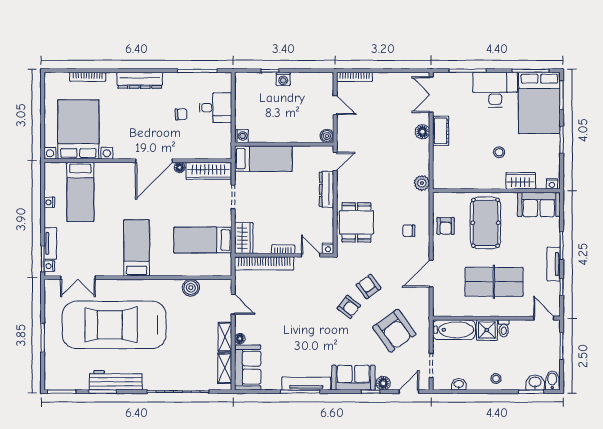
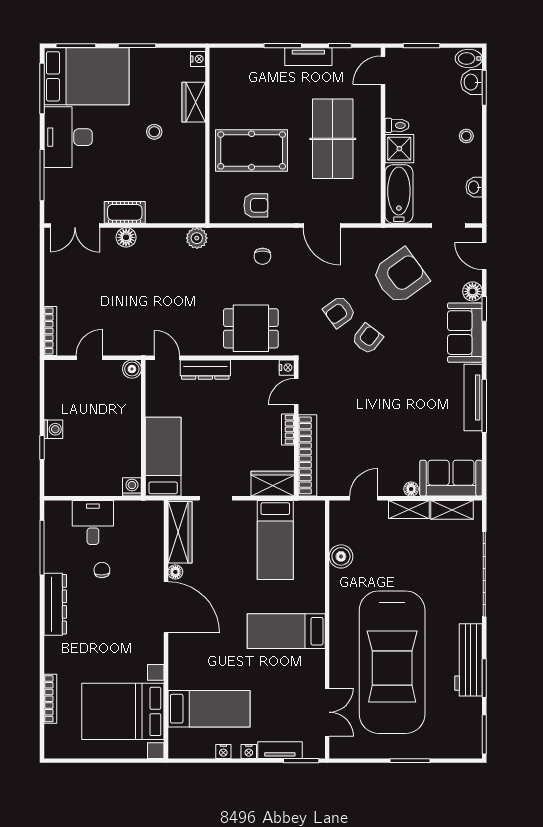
dresser: (140, 80) -> (55, 604), moved
sofa: (539, 204) -> (226, 77), removed
nightstand: (49, 266) -> (249, 751), moved

